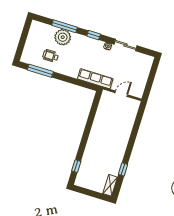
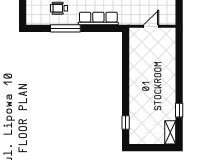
window: (40, 71) -> (65, 28), moved
row of seats: (95, 79) -> (98, 18), moved

